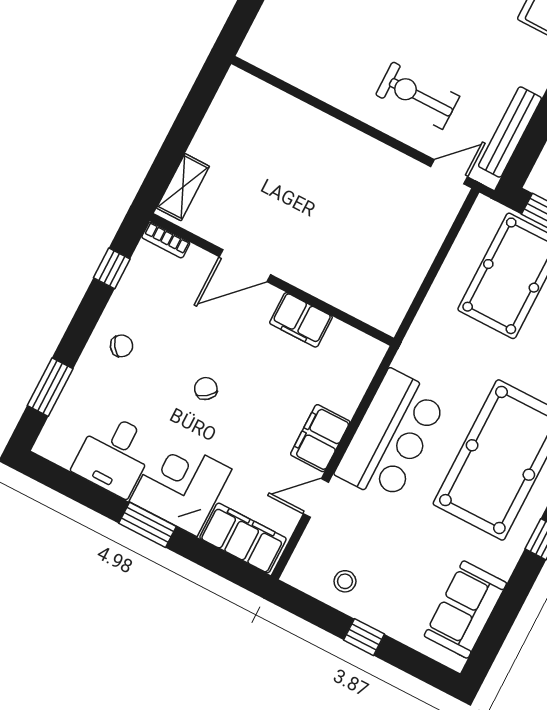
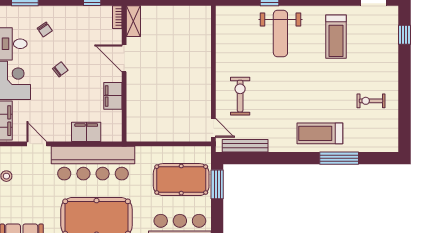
shelving: (183, 187) -> (133, 21), moved, turned 90
chair: (122, 346) -> (45, 29), moved
bar counter: (391, 436) -> (93, 163), width x1.36
filing cabinet: (320, 438) -> (86, 132), moved

